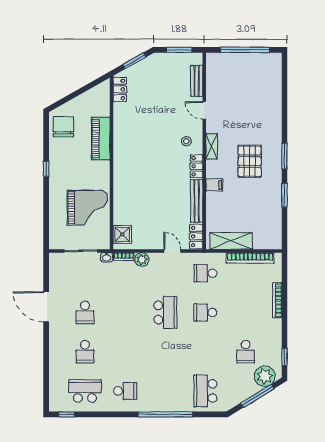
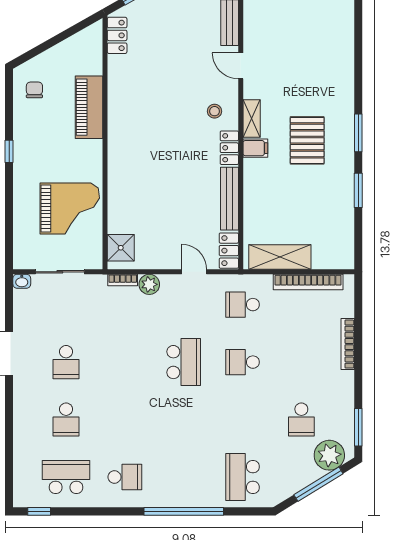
chair: (63, 127) -> (34, 90), width x0.54, depth x0.54
filing cabinet: (214, 185) -> (255, 148), moved
washbasin: (107, 257) -> (22, 281), moved
window: (284, 357) -> (358, 427), width x1.50

